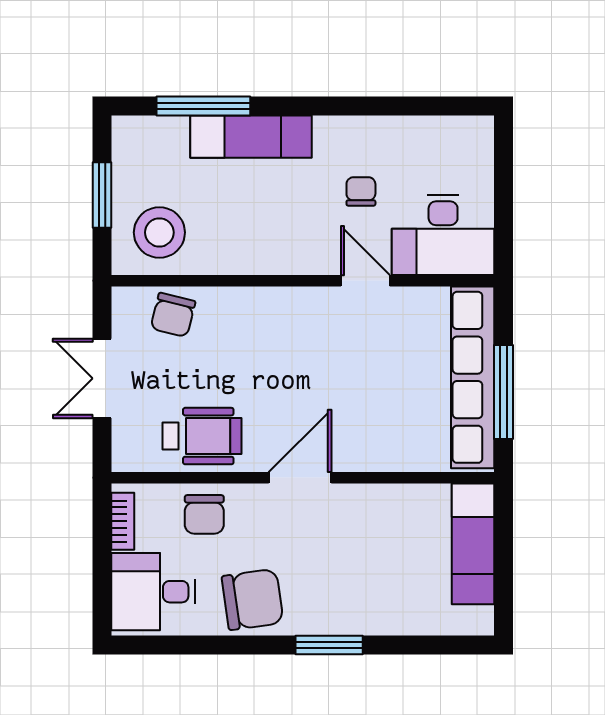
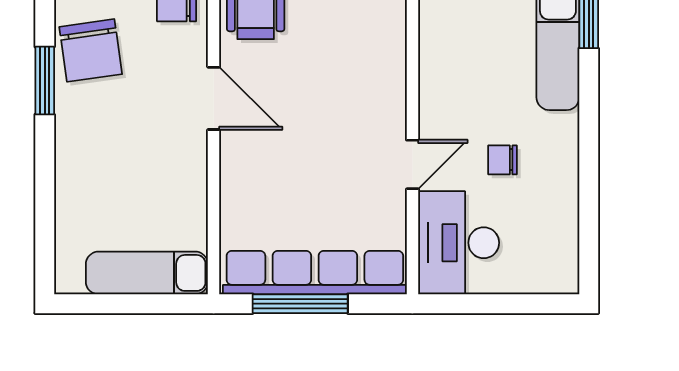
chair: (361, 191) -> (502, 160), turned 180
window: (329, 645) -> (45, 81), moved

